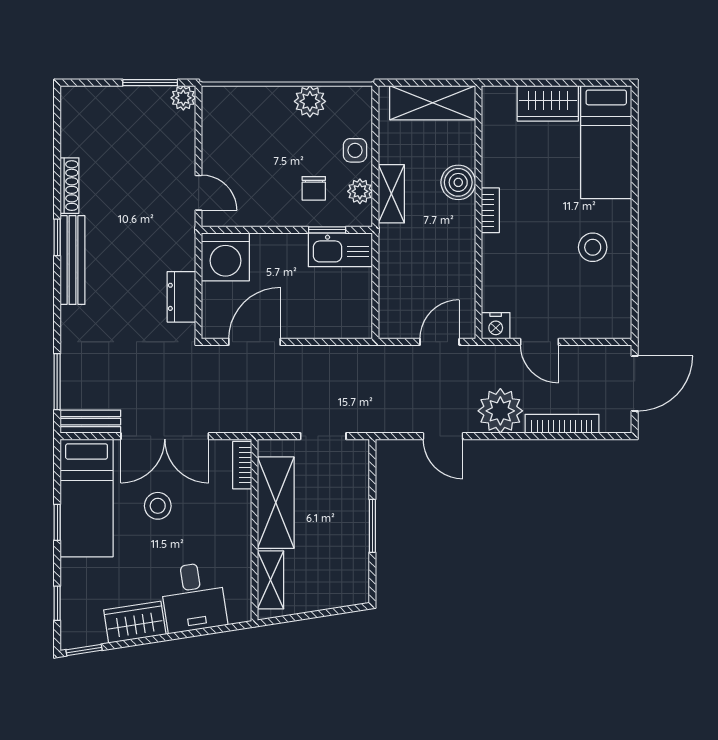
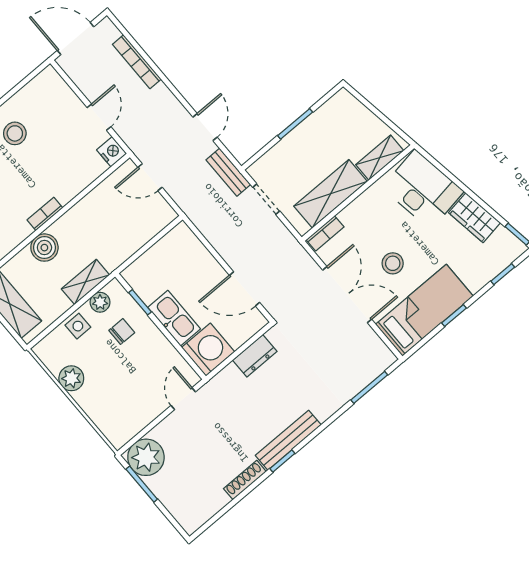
plant: (183, 98) -> (146, 457), width x1.88, depth x1.88
kitchen sink: (340, 250) -> (174, 318), moved
plant: (500, 411) -> (161, 106), removed
bench: (90, 422) -> (228, 172), moved
desk: (193, 597) -> (423, 189), width x1.37

